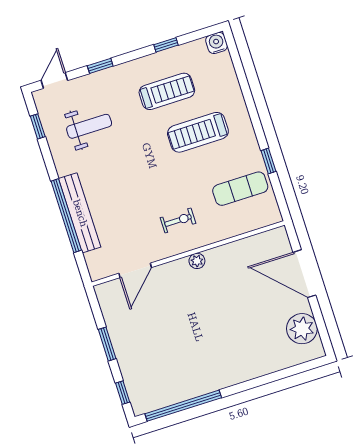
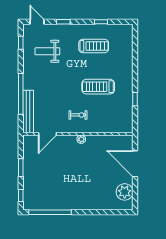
water cooler: (217, 43) -> (128, 29), removed
door: (54, 80) -> (37, 22), hinge flipped
weight bench: (89, 126) -> (47, 51), turned 180
treadmill: (198, 132) -> (98, 87), moved
exercise mat: (240, 189) -> (116, 109), removed
bench: (80, 213) -> (28, 111), moved

